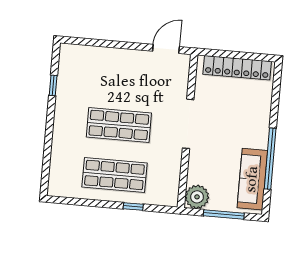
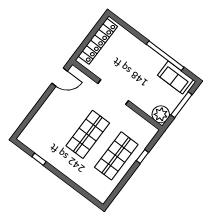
door: (166, 49) -> (60, 77), swing flipped
sofa: (252, 179) -> (175, 78), width x0.73

